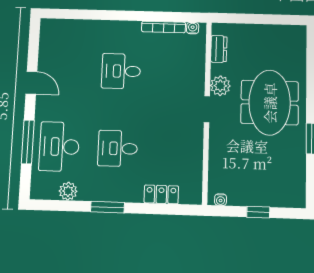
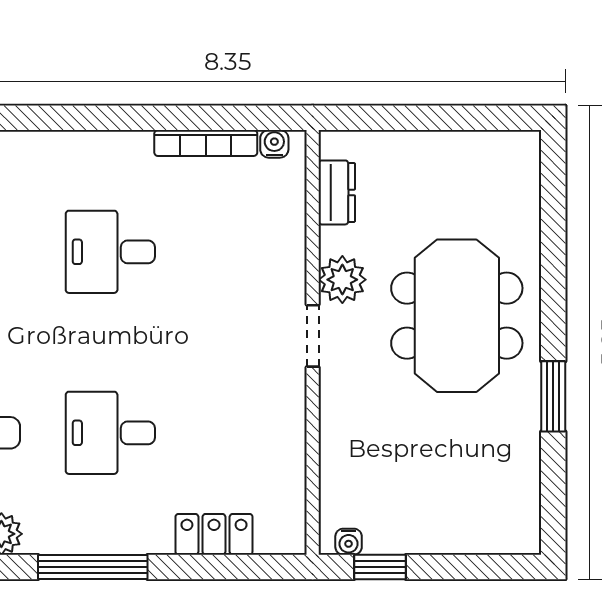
window: (107, 207) -> (93, 567), width x1.44
window: (258, 212) -> (380, 567), moved

